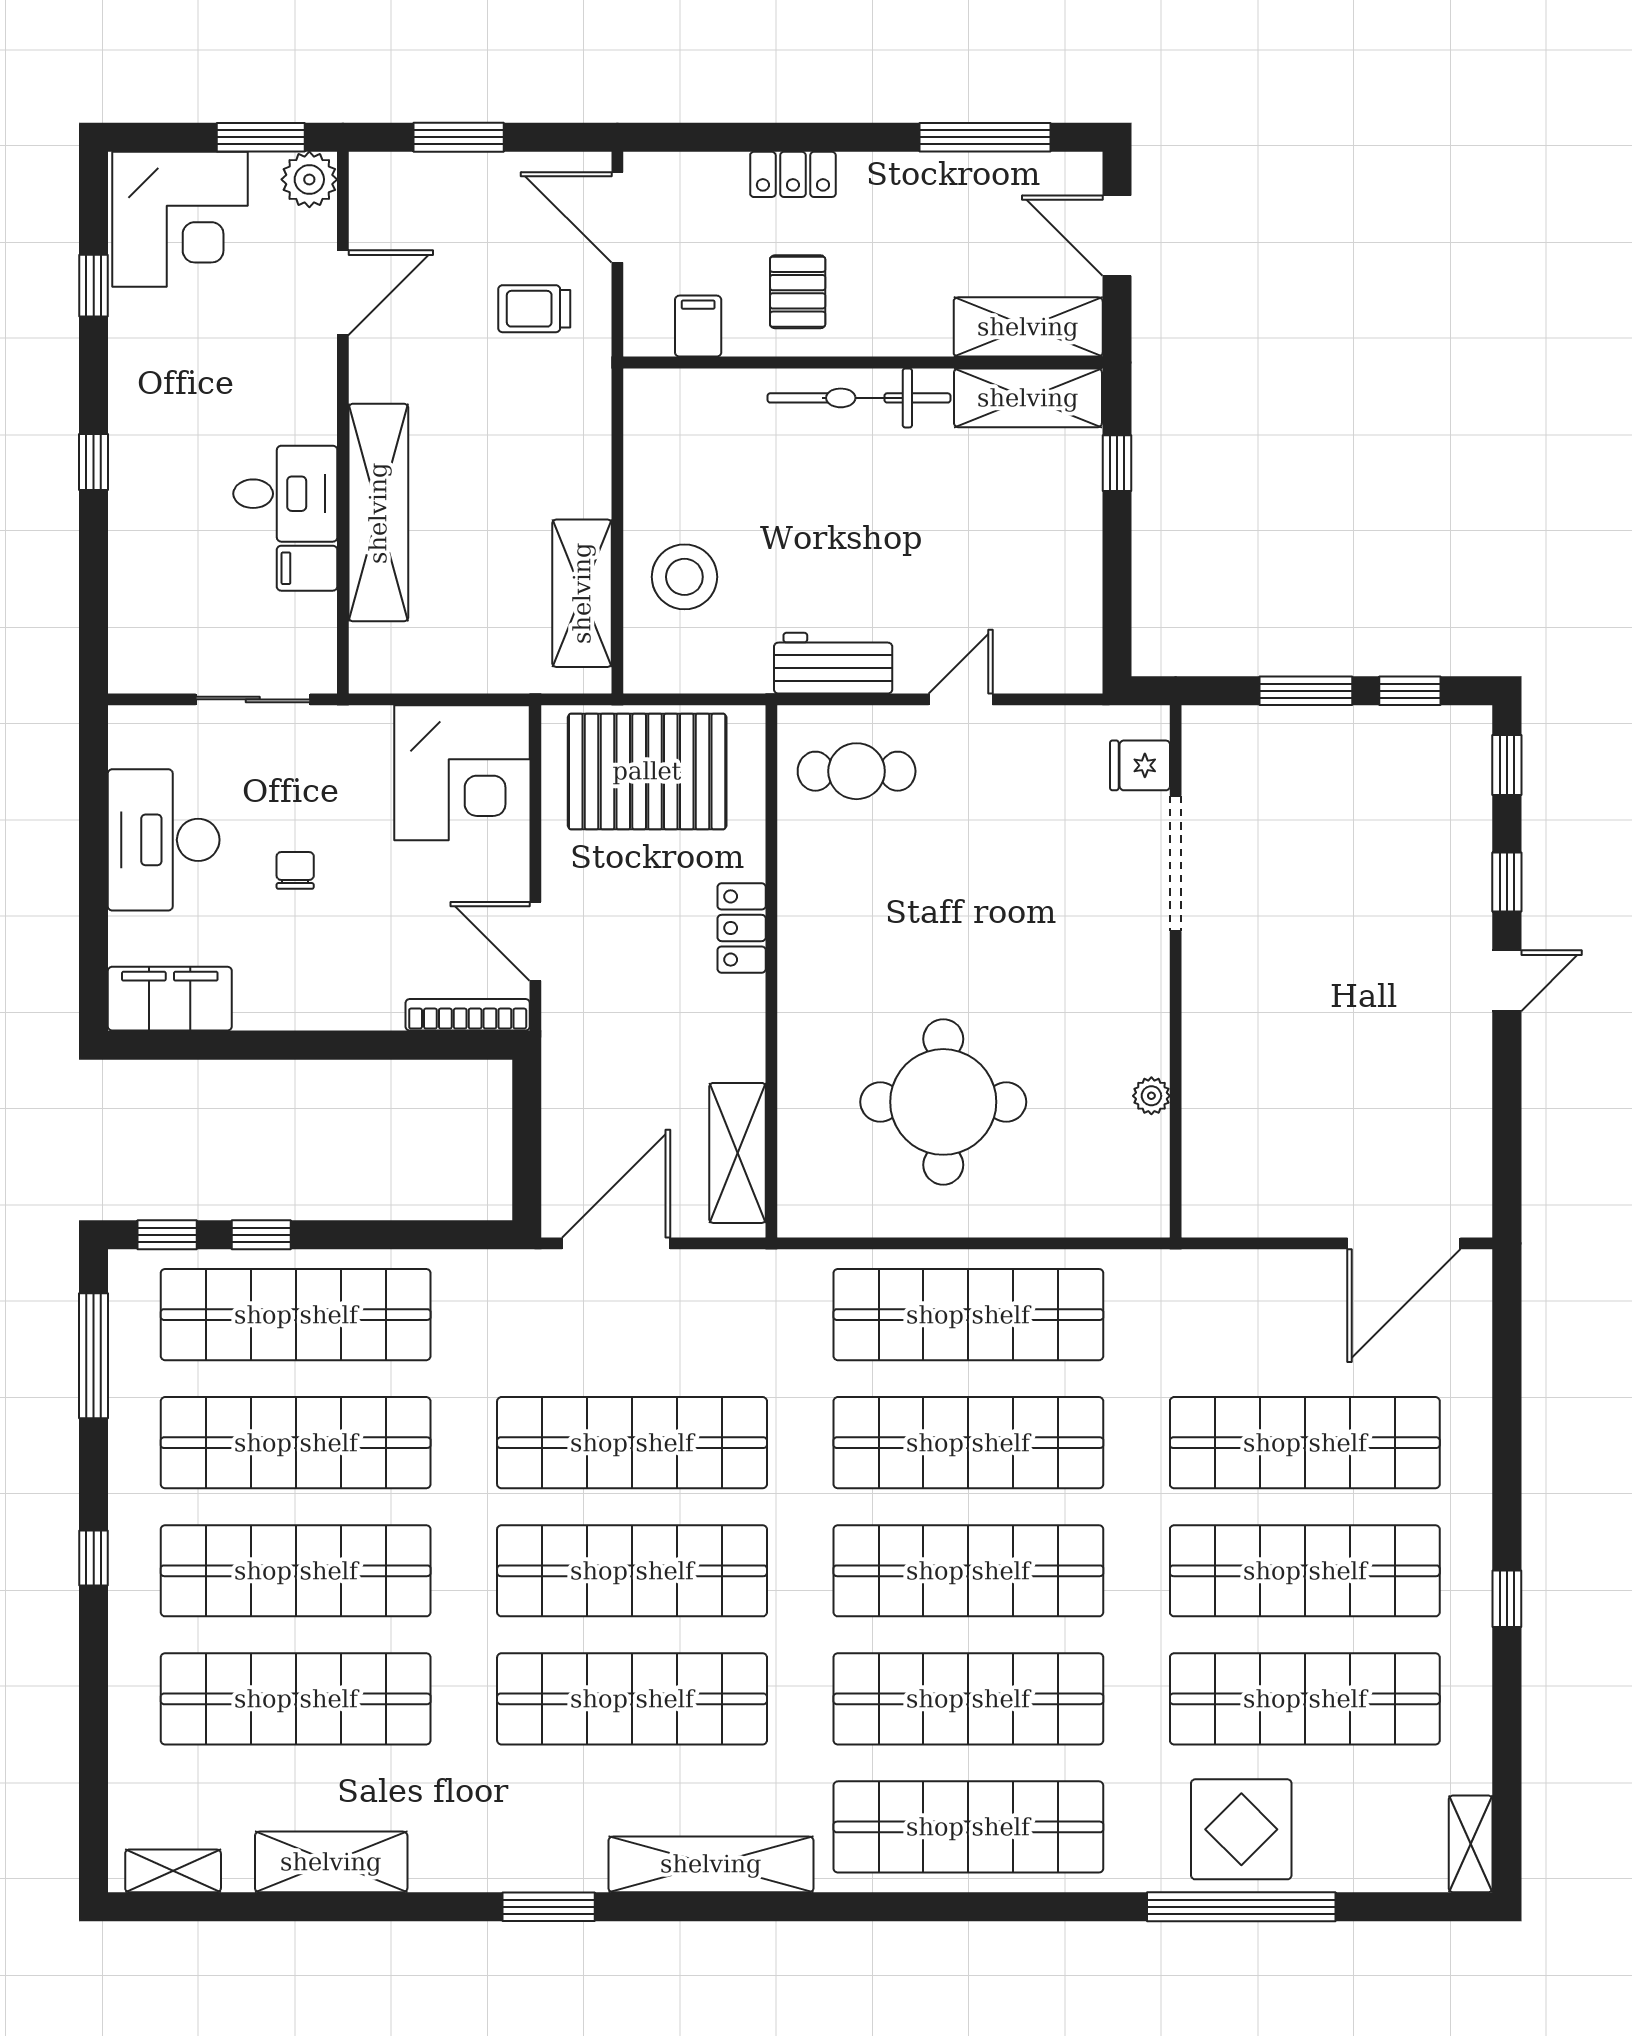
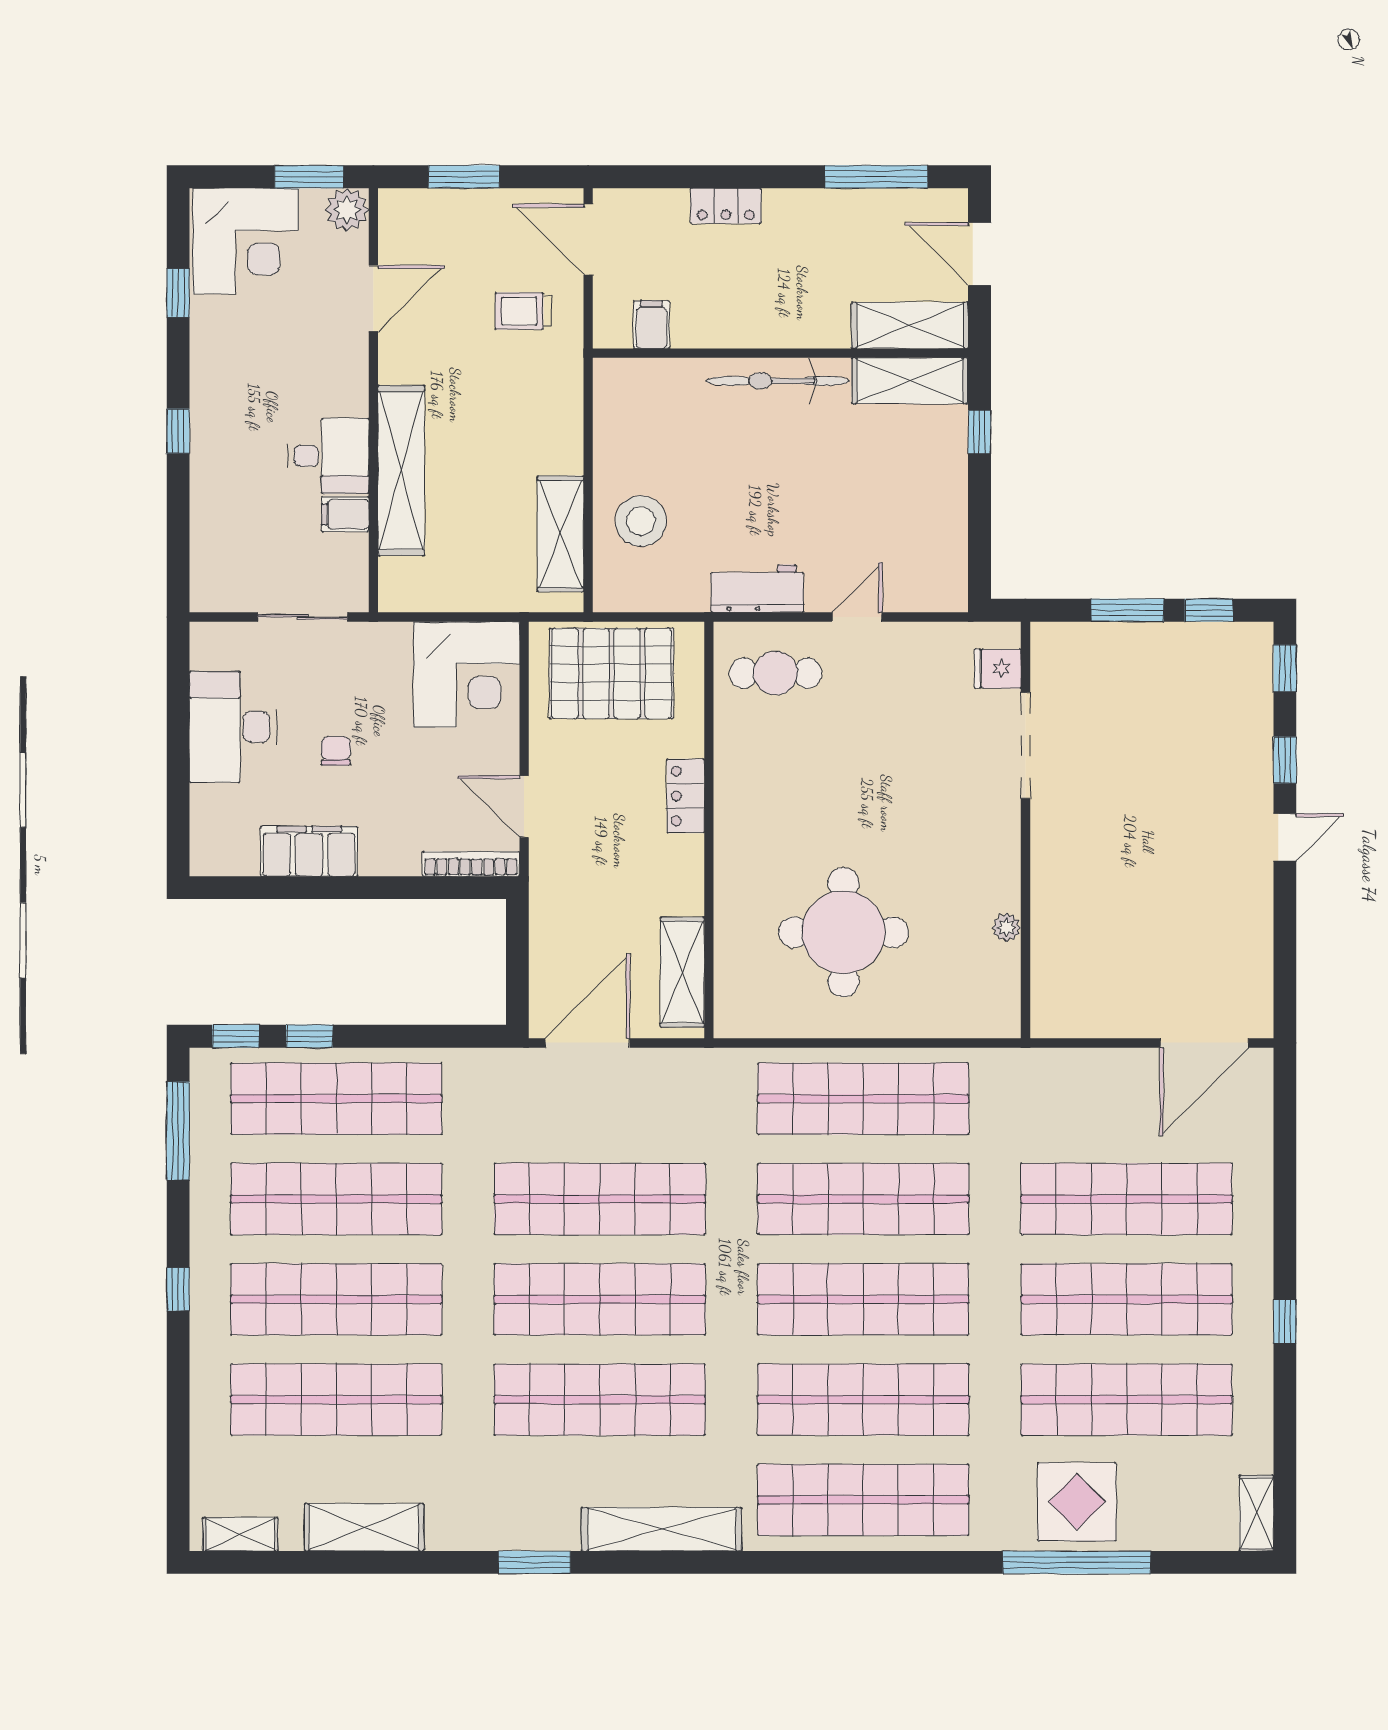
pallet: (798, 292) -> (729, 298), removed
filing cabinet: (170, 999) -> (309, 851), moved

